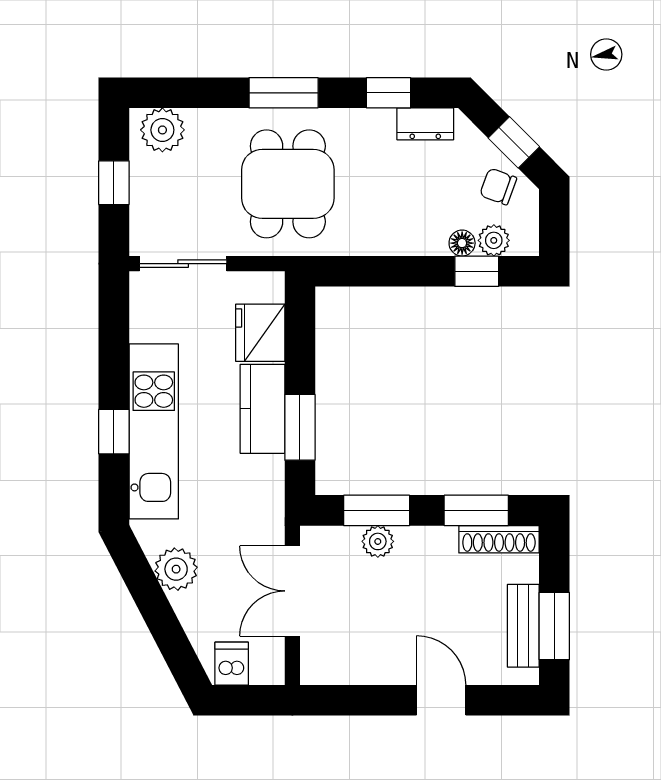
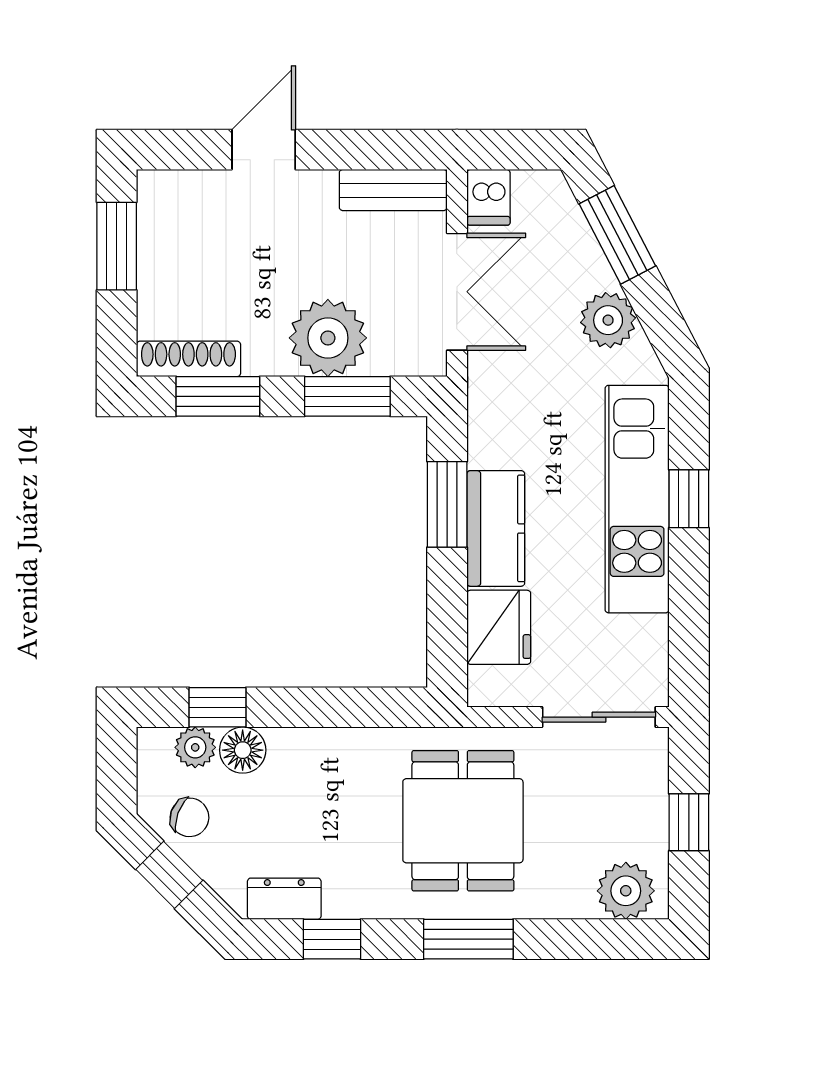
floor lamp: (462, 243) -> (243, 750), width x1.37, depth x1.37
plant: (378, 541) -> (328, 338), width x1.88, depth x1.88
bench: (523, 626) -> (393, 190), moved, turned 90
window: (169, 635) -> (617, 235), added
dishwasher: (232, 664) -> (488, 197), moved
door: (441, 700) -> (264, 150), swing flipped

